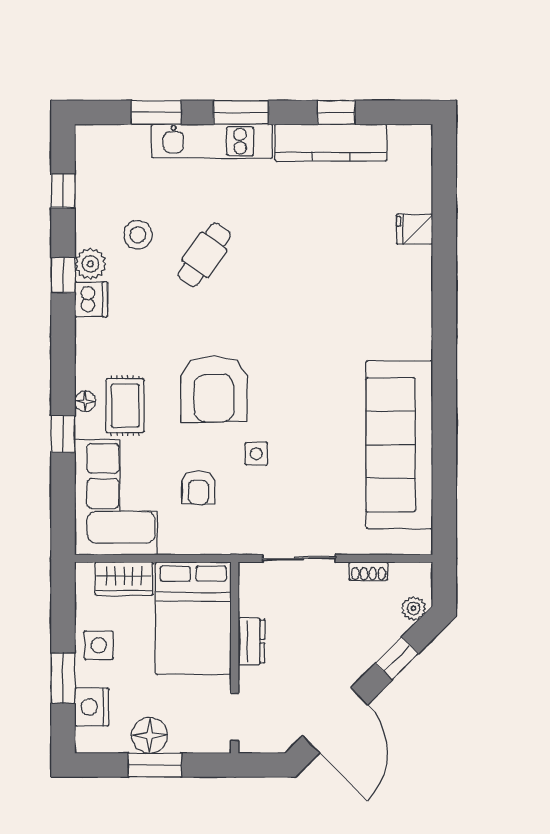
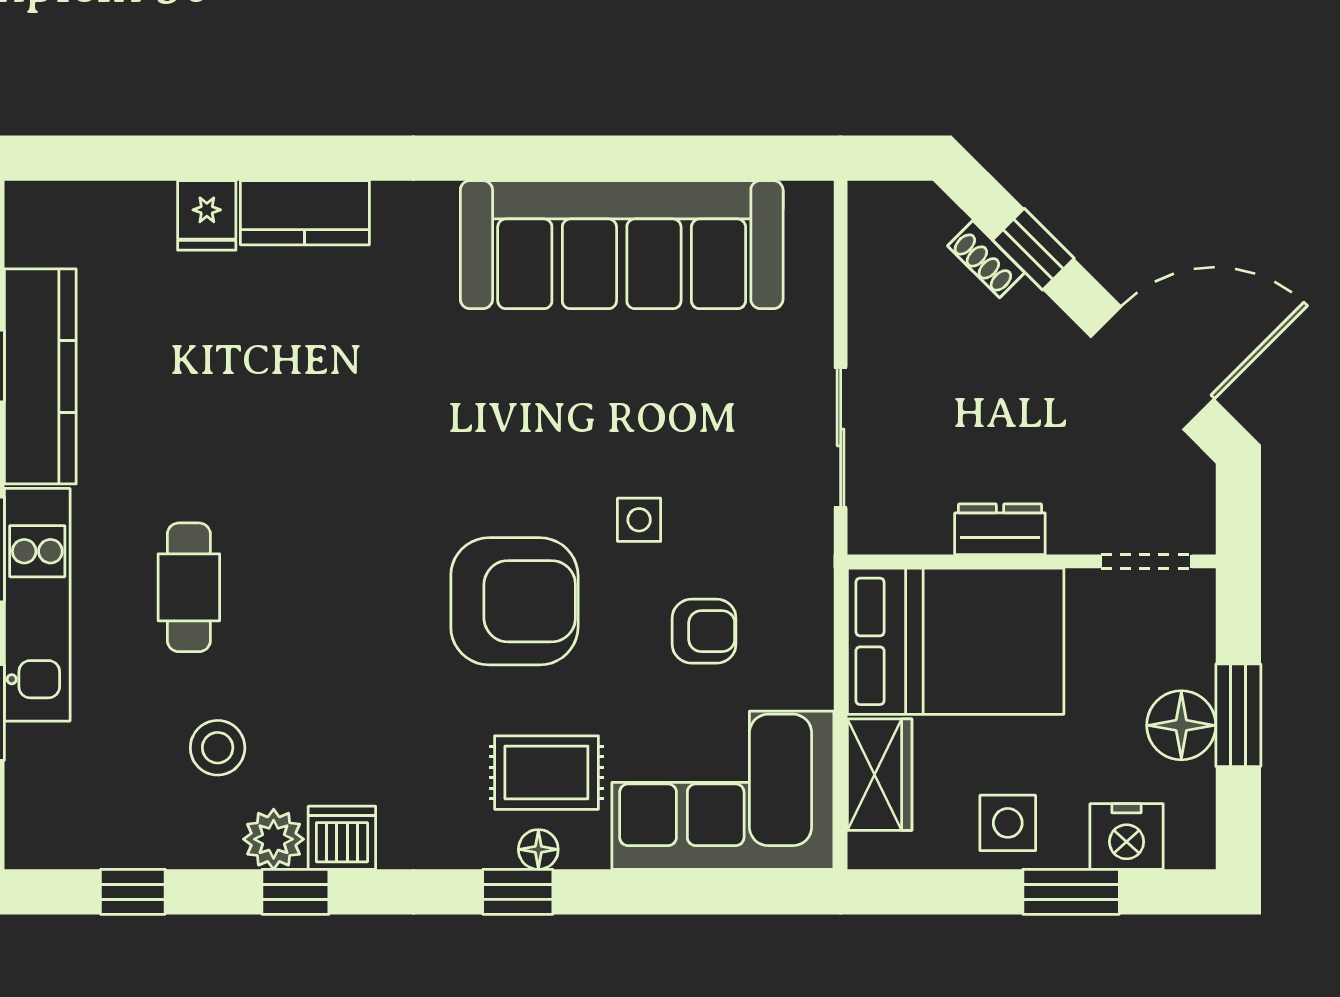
cafe table: (204, 255) -> (189, 587), moved, turned 55
kitchen counter: (416, 280) -> (305, 213), added
window: (63, 434) -> (518, 892), moved
shoe rack: (368, 571) -> (986, 259), moved, turned 135
plant: (413, 608) -> (937, 217), removed

